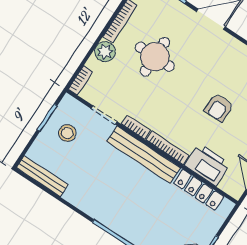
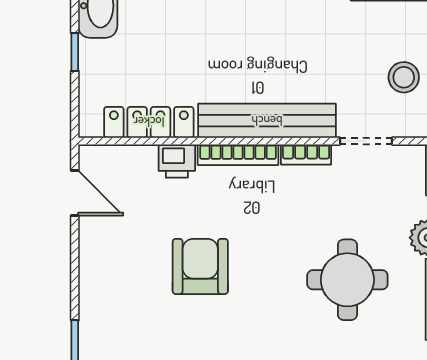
armchair: (219, 108) -> (200, 266), width x1.38, depth x1.38
printer: (207, 165) -> (177, 161), width x0.53, depth x0.68

